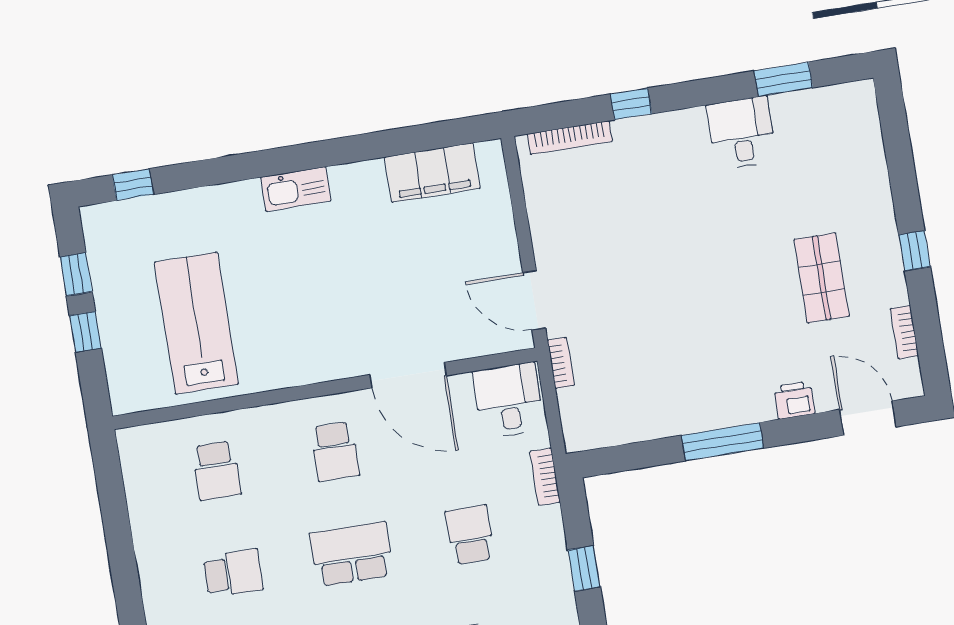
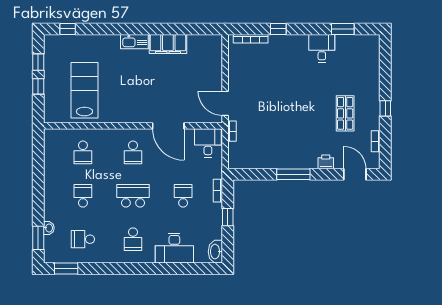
filing cabinet: (432, 173) -> (168, 44), moved
bookcase: (545, 477) -> (218, 191), moved
school desk: (233, 573) -> (83, 196), turned -90

